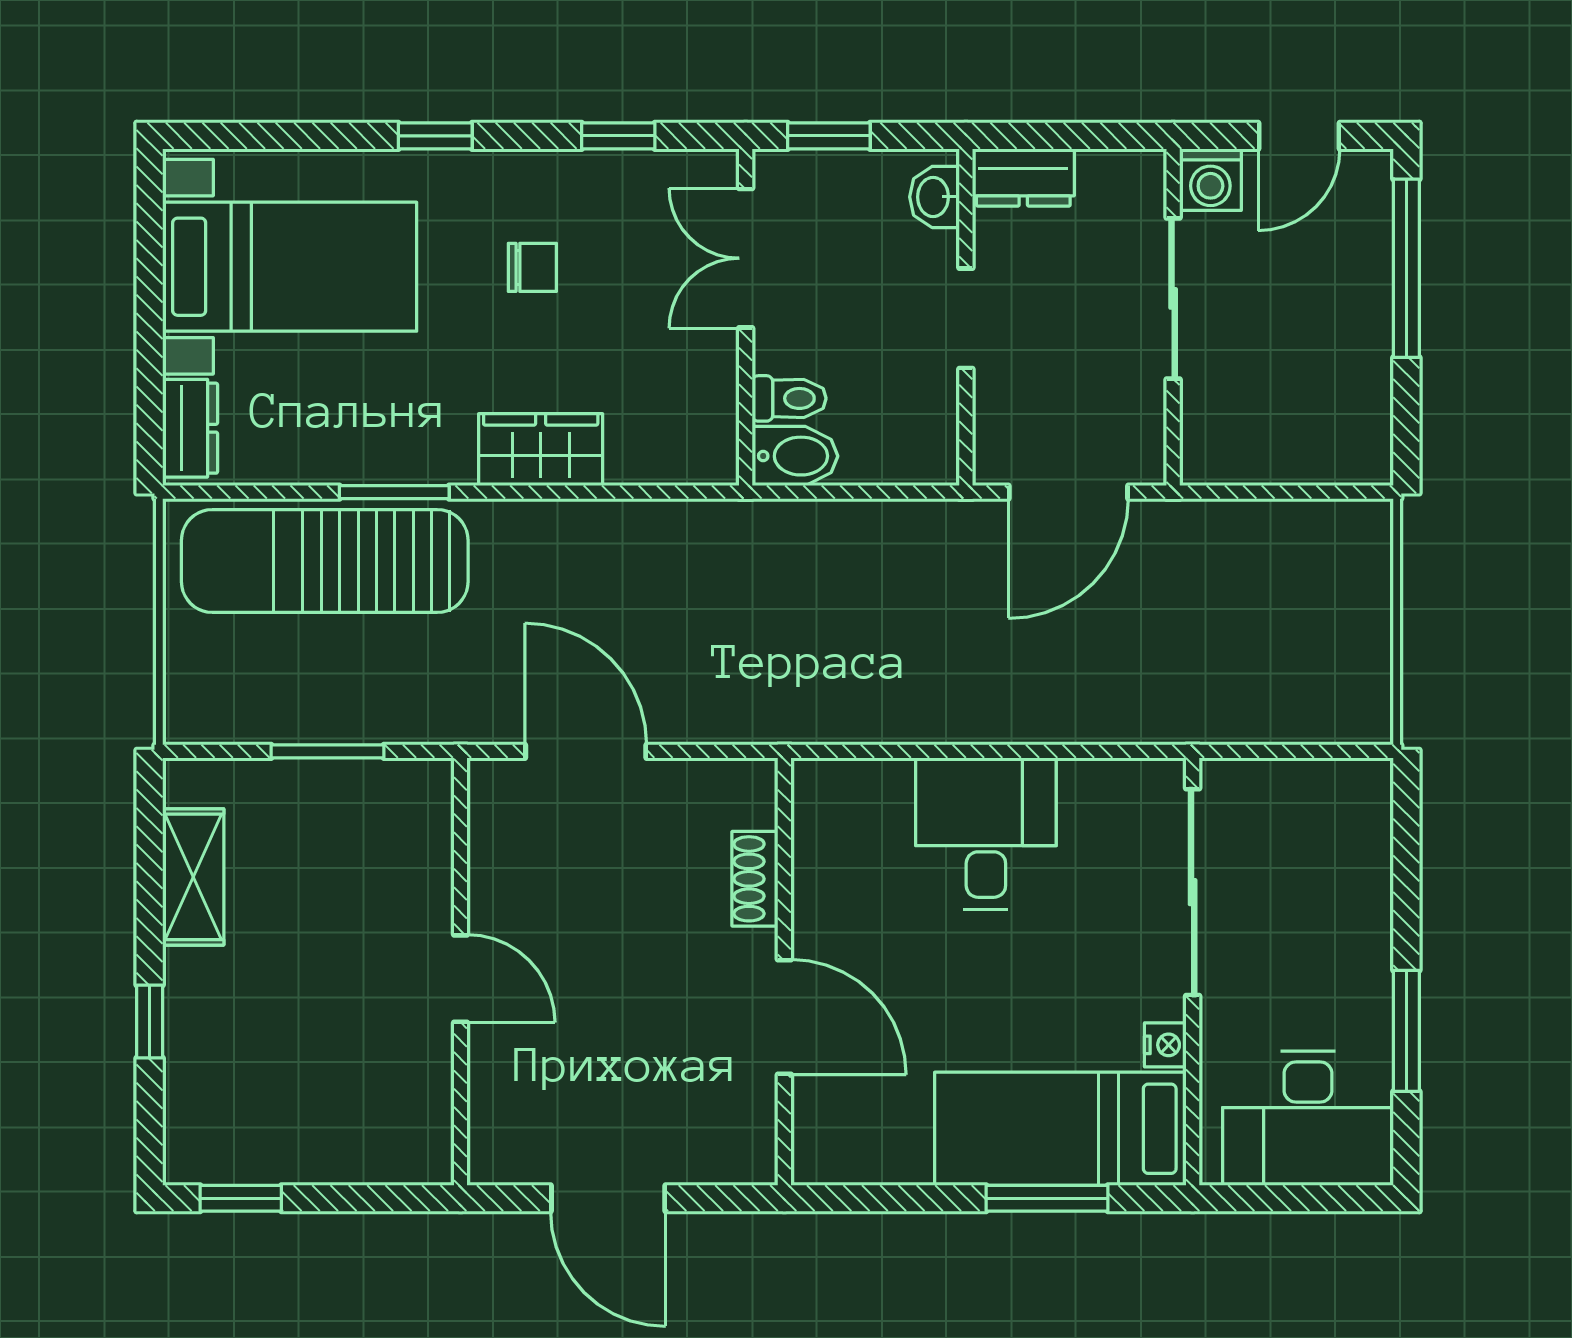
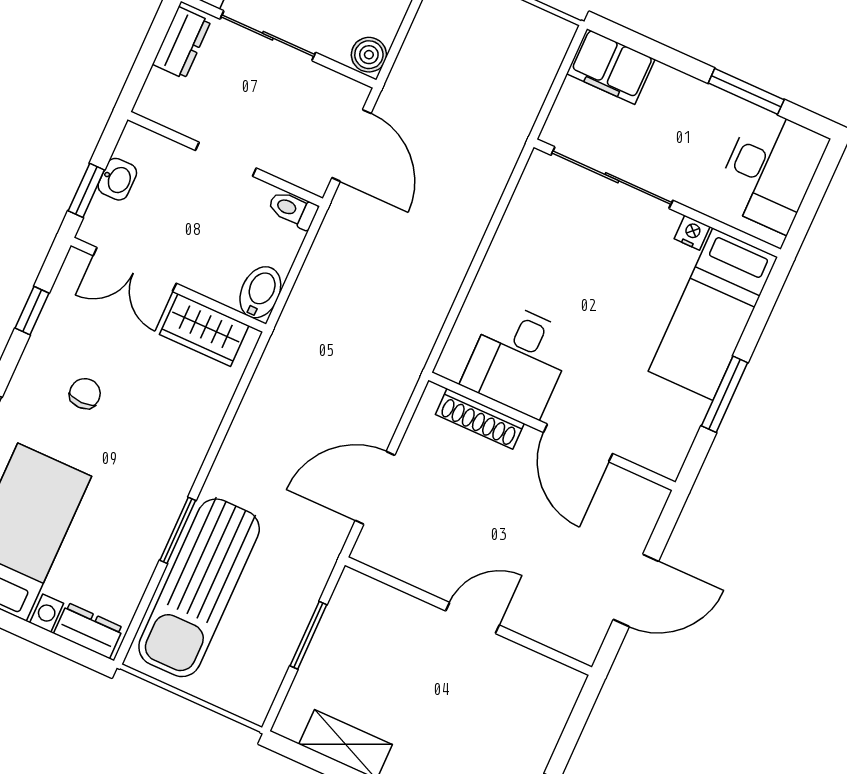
dresser: (1023, 177) -> (182, 43), moved
washbasin: (935, 197) -> (117, 179), moved, turned -90
toilet: (789, 398) -> (293, 210), moved, turned -90
wardrobe: (541, 450) -> (204, 330), moved, turned -90
boiler: (1212, 458) -> (369, 55), added
filing cabinet: (1354, 818) -> (611, 67), added
desk: (986, 834) -> (518, 359), moved, turned -90
shoe rack: (755, 879) -> (480, 419), width x1.43
door: (784, 1017) -> (578, 443), swing flipped
window: (1047, 1198) -> (725, 394), moved

